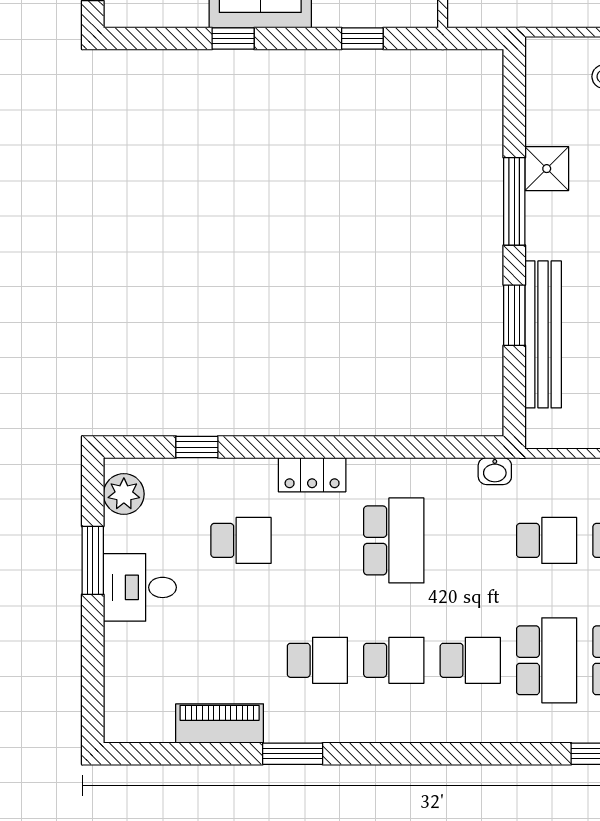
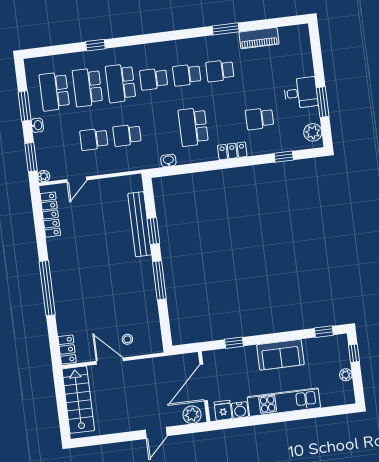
window: (233, 38) -> (324, 332), moved
shower: (547, 169) -> (147, 296), removed
washbasin: (495, 471) -> (168, 160), moved

